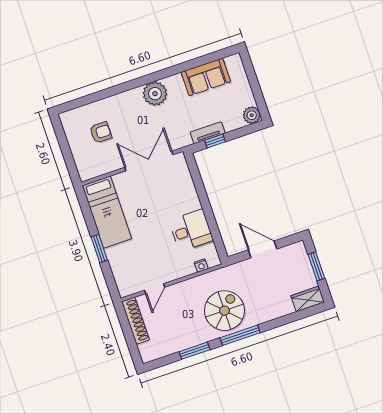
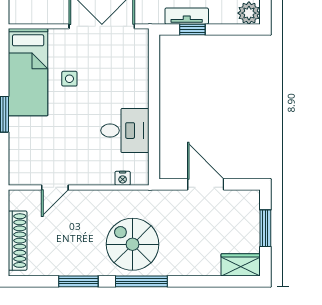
side table: (138, 207) -> (69, 79), added
spiral stairs: (225, 311) -> (133, 244), turned -90
shoe rack: (135, 321) -> (18, 241), moved

